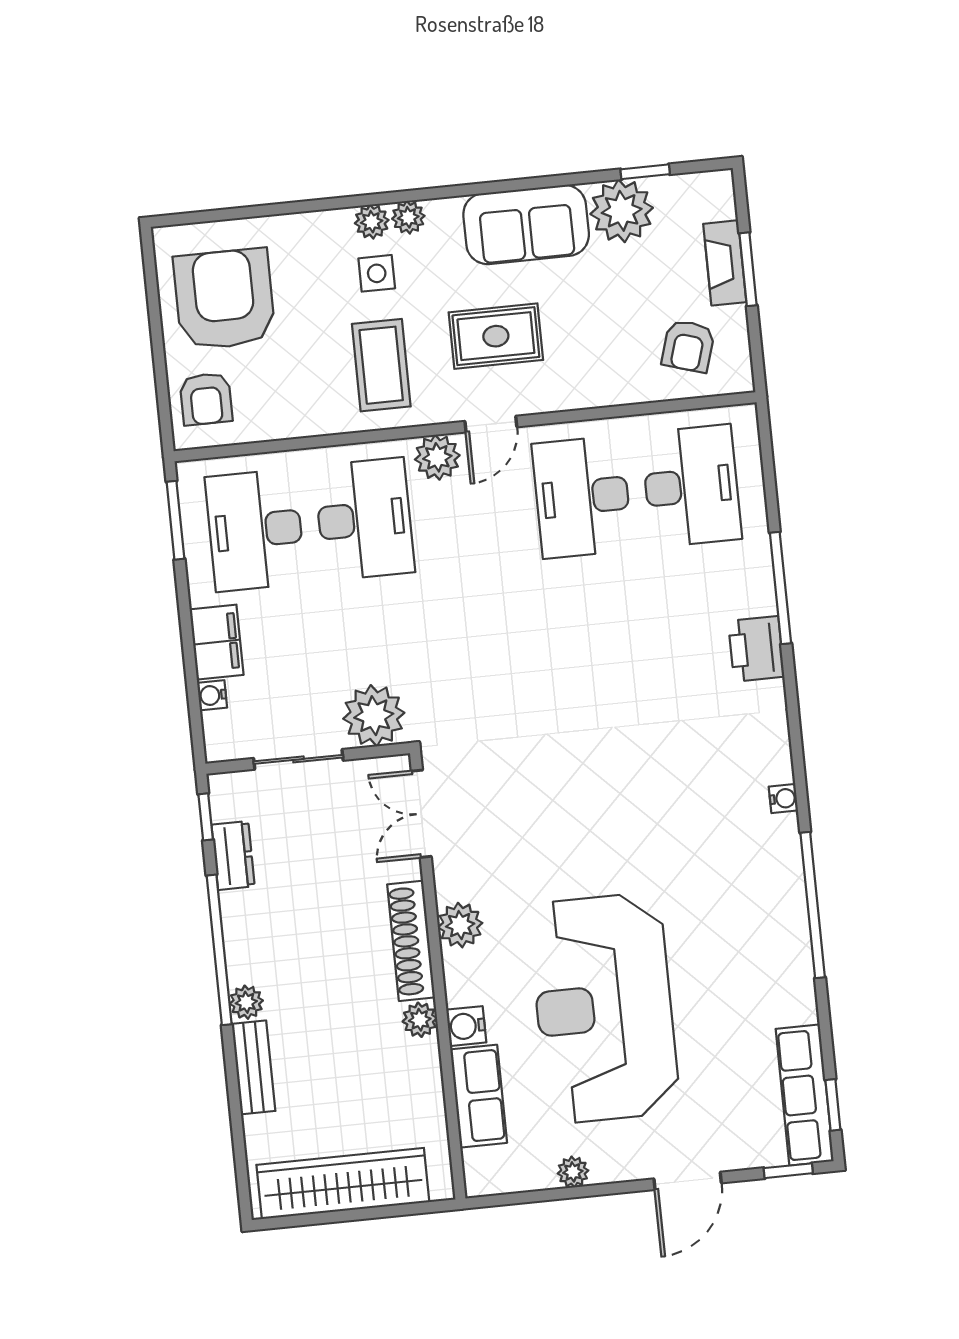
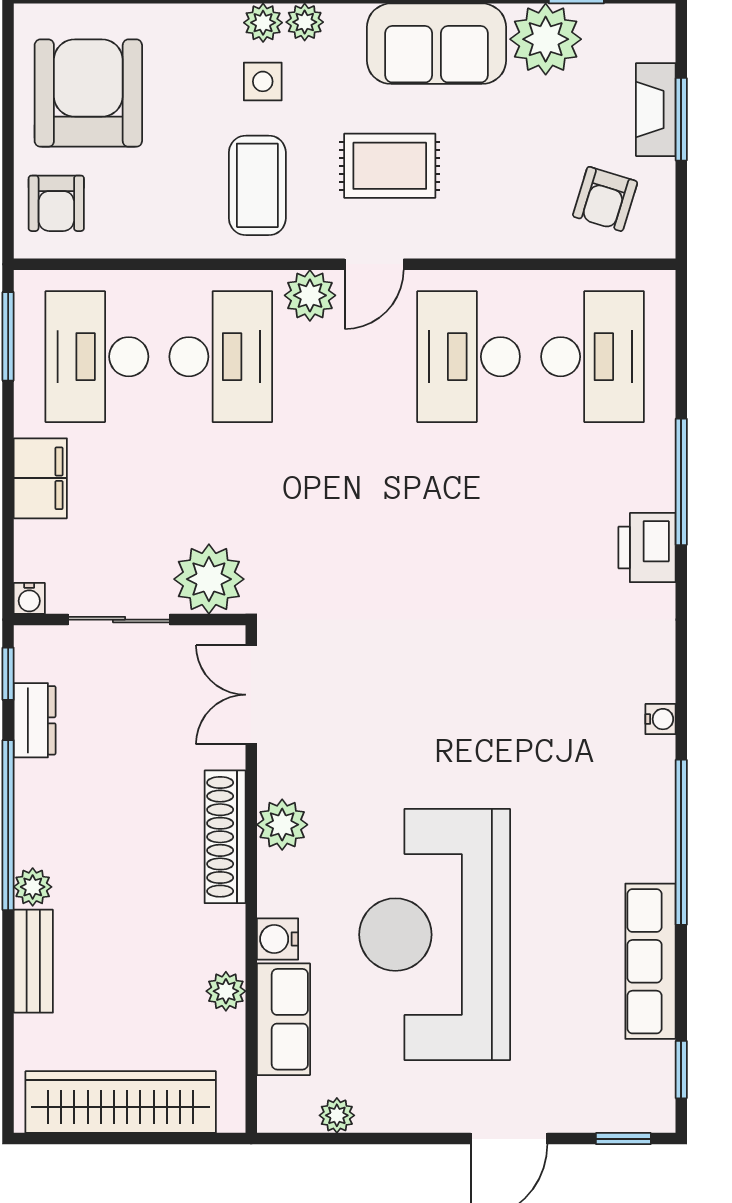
water cooler: (212, 695) -> (29, 598), moved, turned -90
plant: (420, 1020) -> (226, 991), moved
row of seats: (805, 1095) -> (651, 961), moved
plant: (573, 1172) -> (337, 1115), moved

